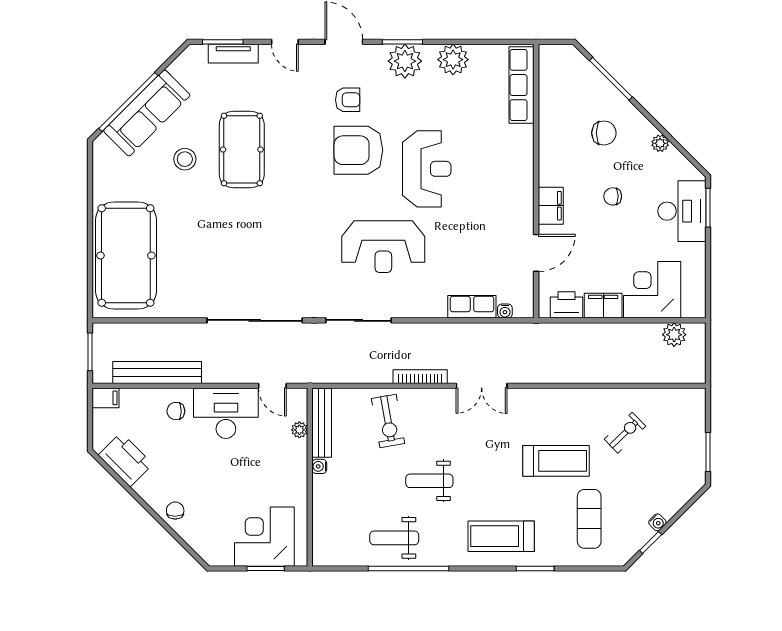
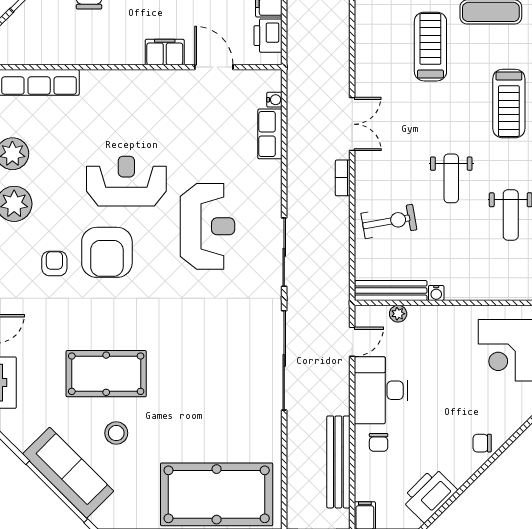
bookcase: (420, 377) -> (343, 178), width x0.64

